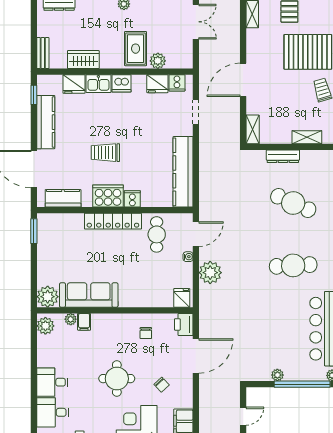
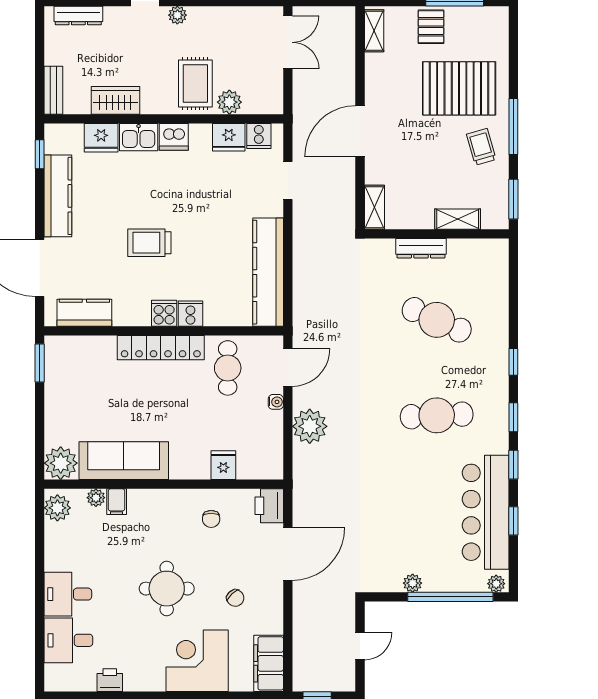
cooker: (108, 196) -> (164, 313), width x0.53, depth x0.76
fridge: (182, 298) -> (223, 465), moved

